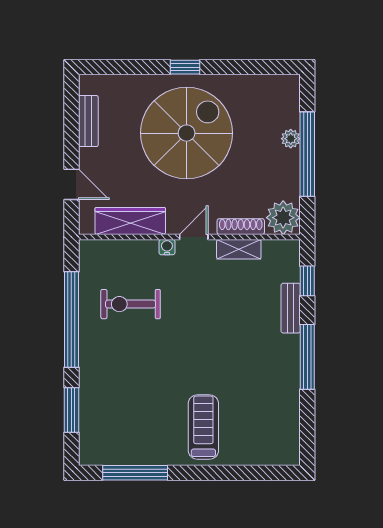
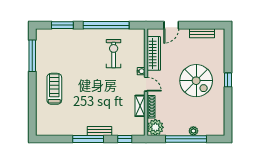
spiral stairs: (187, 133) -> (196, 81), width x0.73, depth x0.73
bench: (291, 308) -> (99, 131), moved
treadmill: (203, 427) -> (54, 89), turned -90

